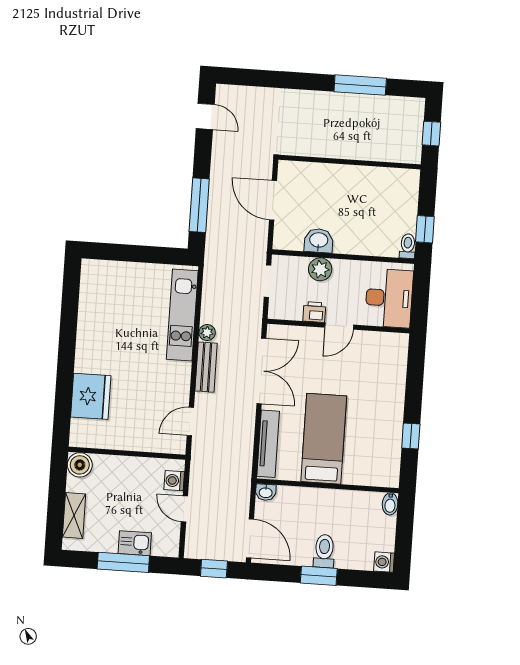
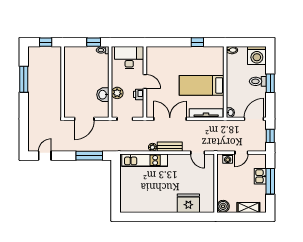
washing machine: (384, 562) -> (257, 55), width x1.89, depth x1.89

